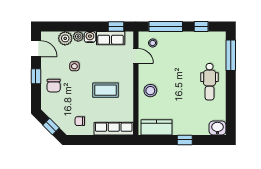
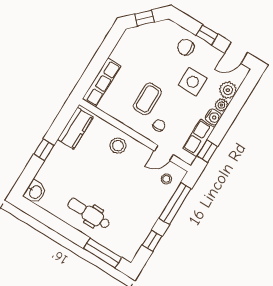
side table: (74, 66) -> (193, 82), width x1.87, depth x1.87
chair: (80, 121) -> (159, 126), moved

